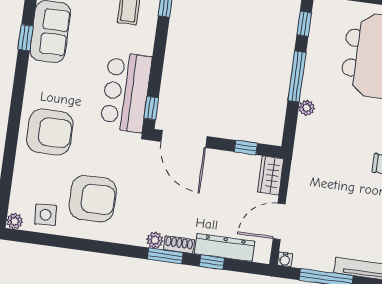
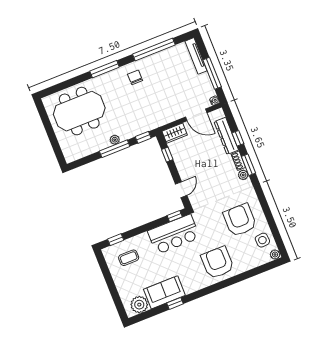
window: (304, 24) -> (143, 137), moved
plant: (307, 108) -> (115, 140), moved
door: (184, 139) -> (181, 190), width x0.53

